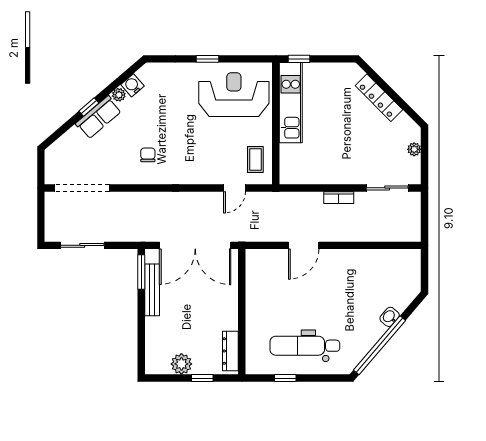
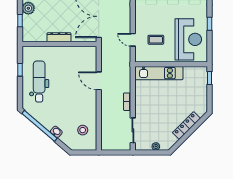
kitchen unit: (291, 103) -> (159, 73), moved
coffee table: (255, 159) -> (156, 40), moved
stool: (387, 272) -> (83, 130), added
dresser: (230, 351) -> (59, 37), moved

